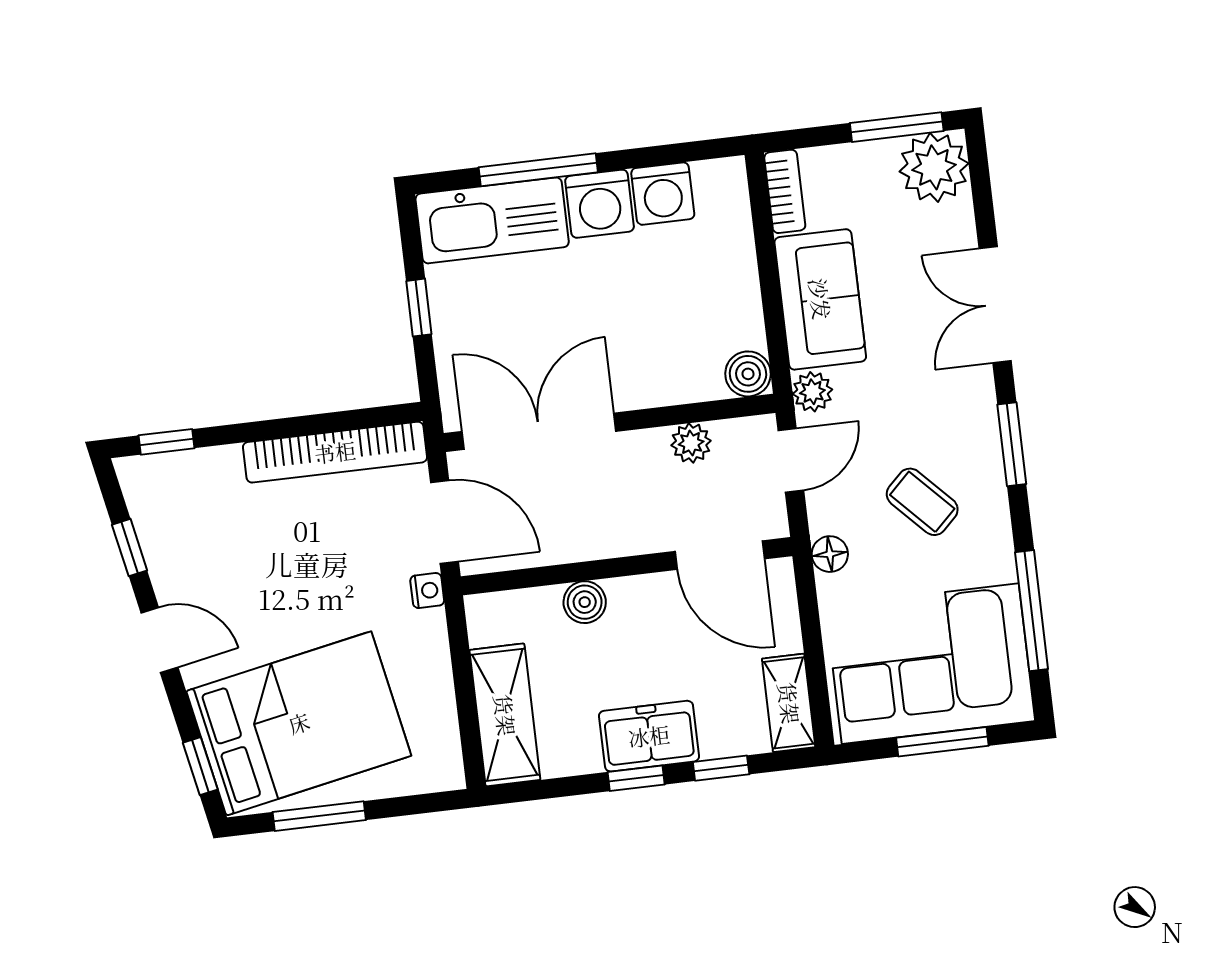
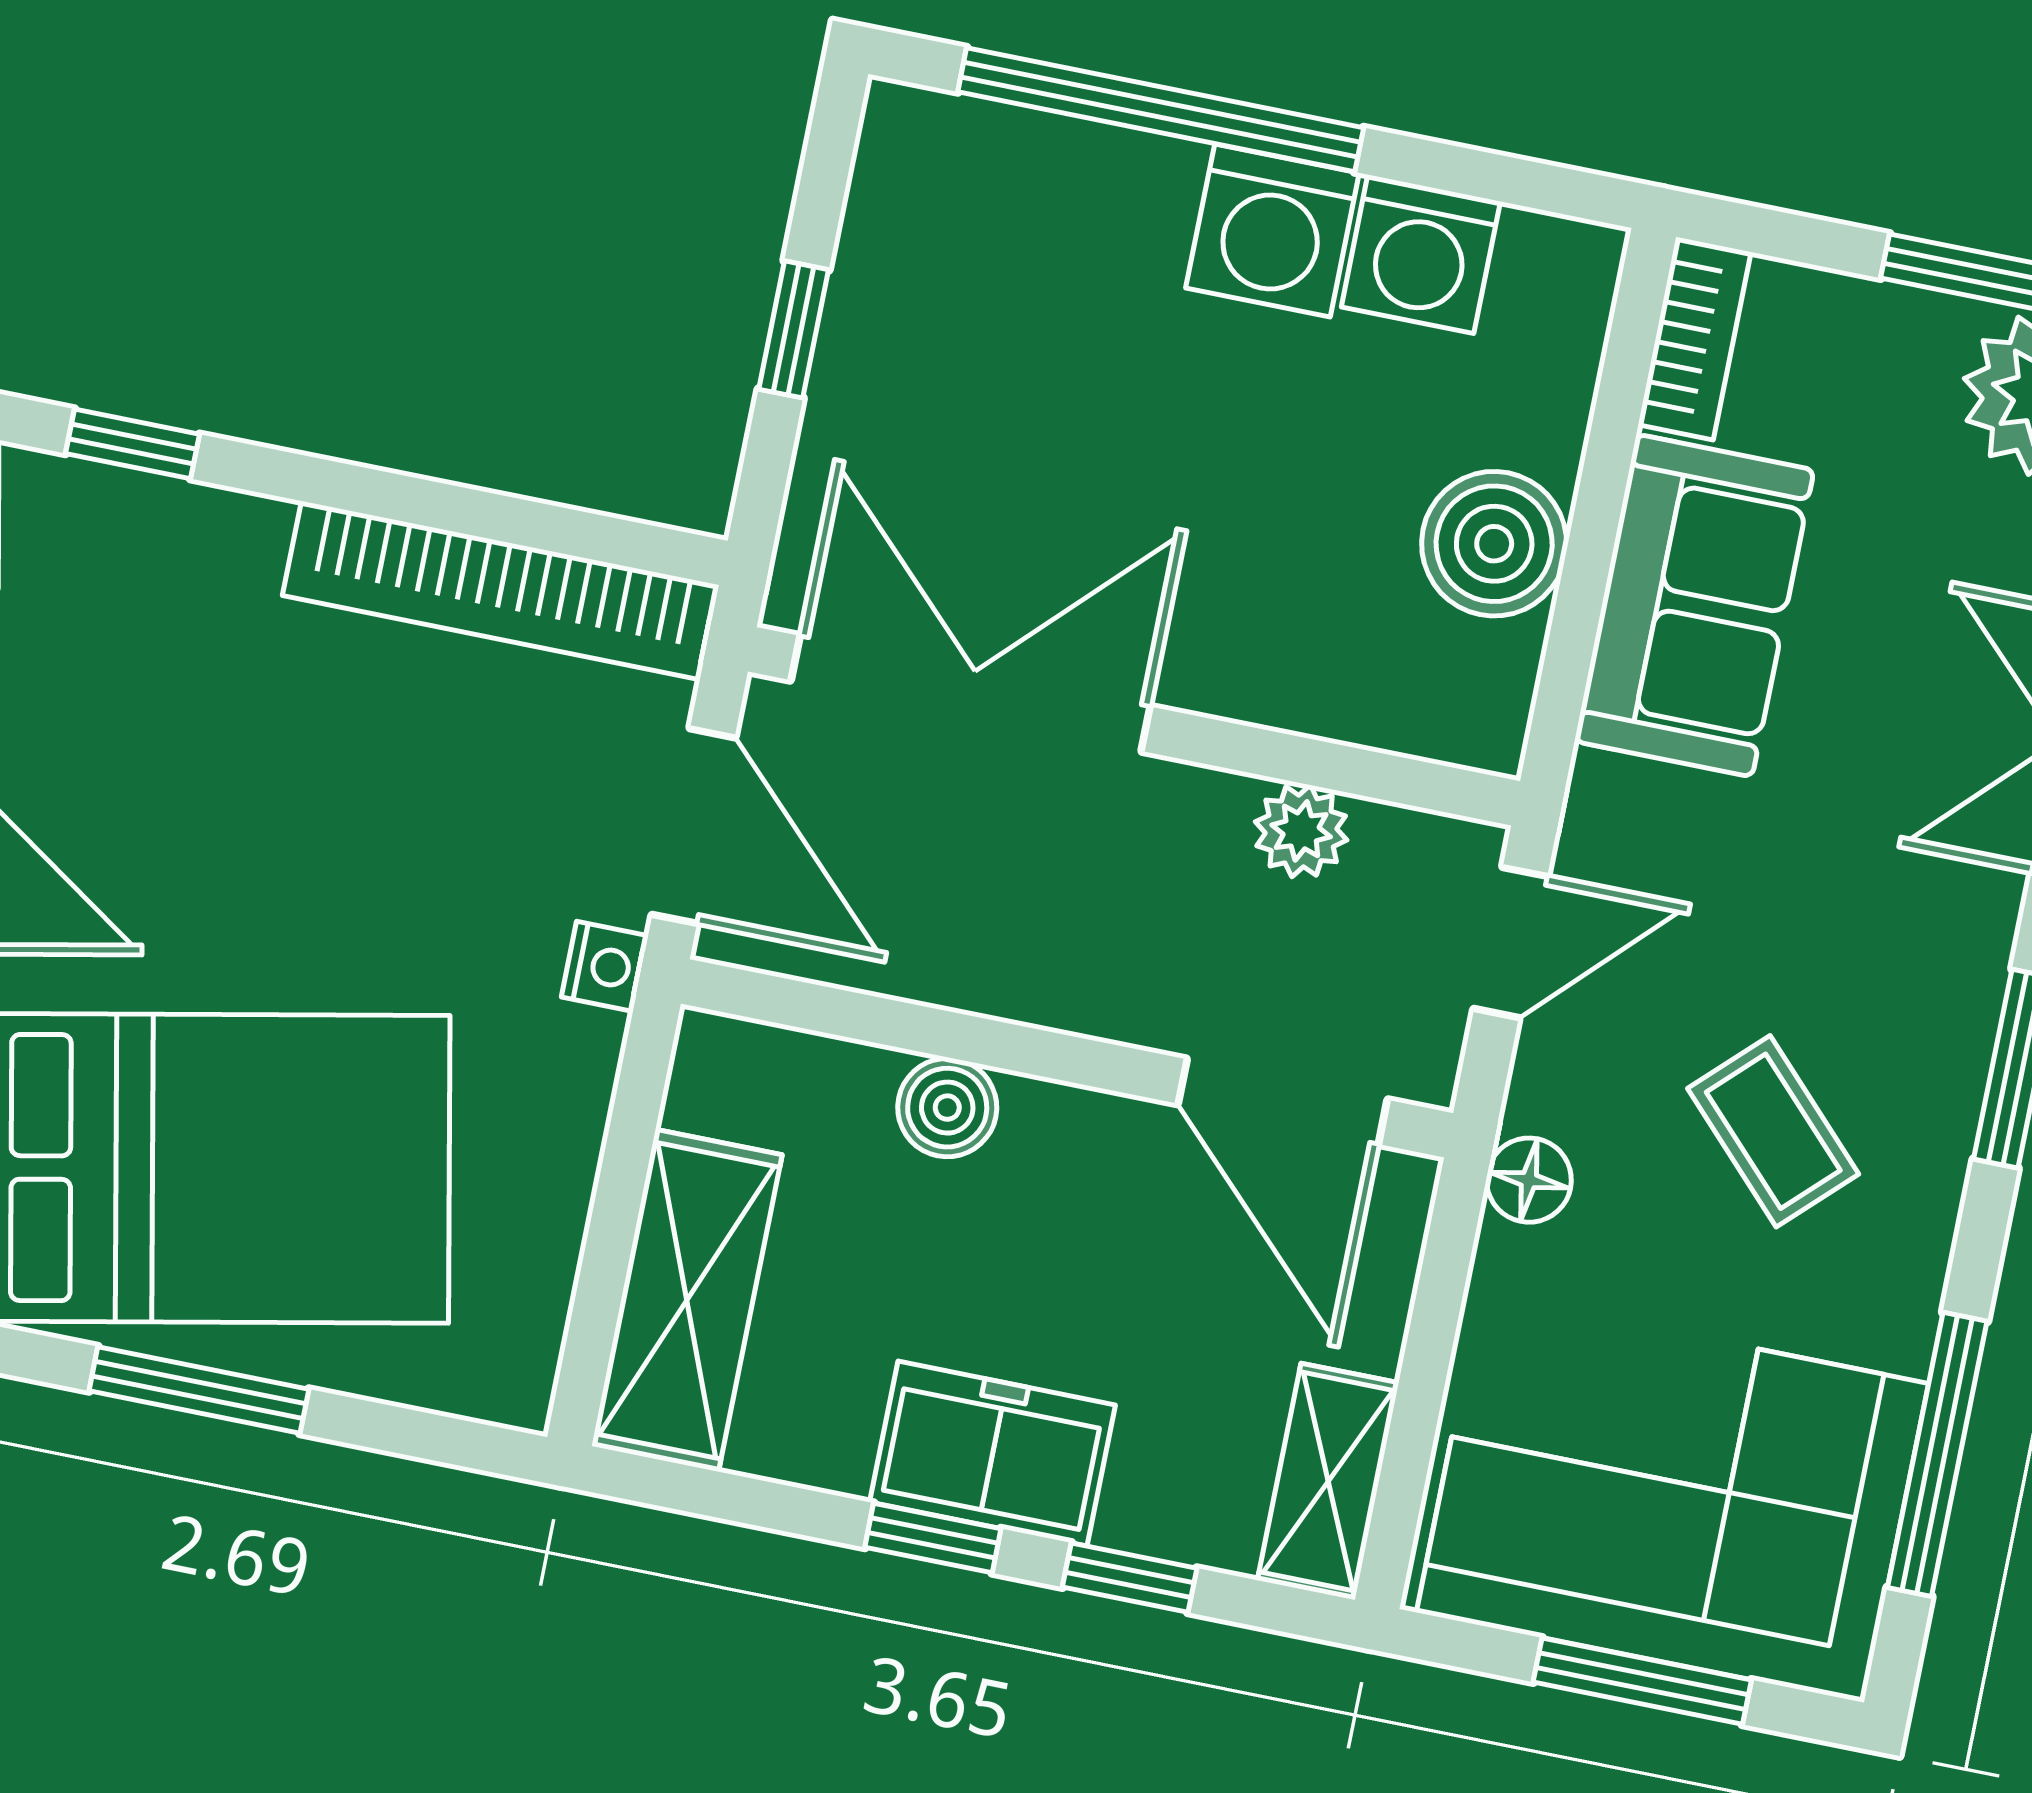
window: (538, 170) -> (1161, 110), width x1.46
kitchen sink: (492, 220) -> (1021, 189), removed
boiler: (748, 374) -> (1494, 544), moved, width x1.36, depth x1.36
plant: (812, 392) -> (1609, 806), removed

